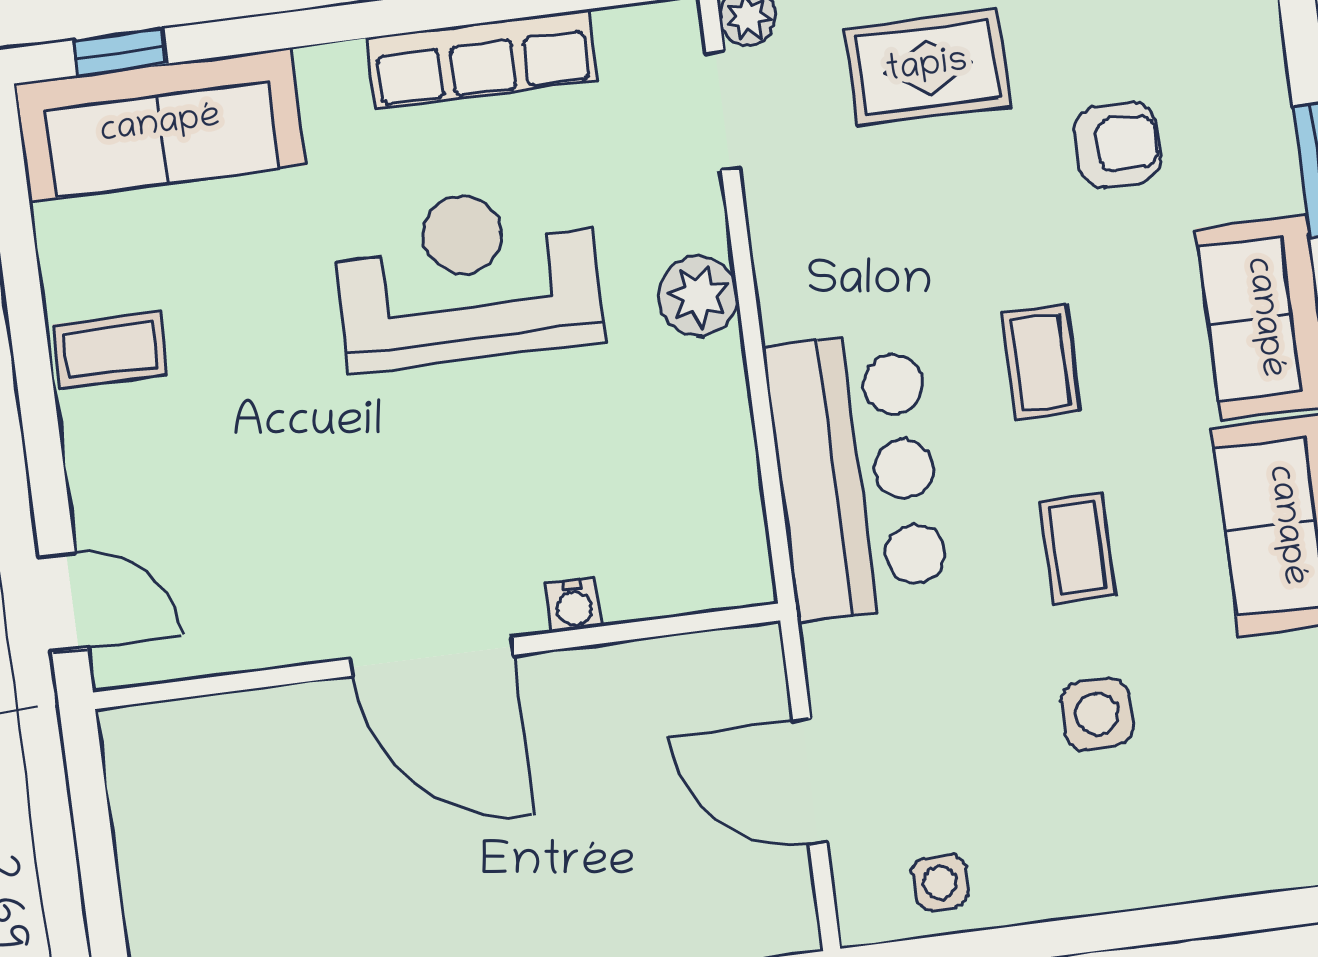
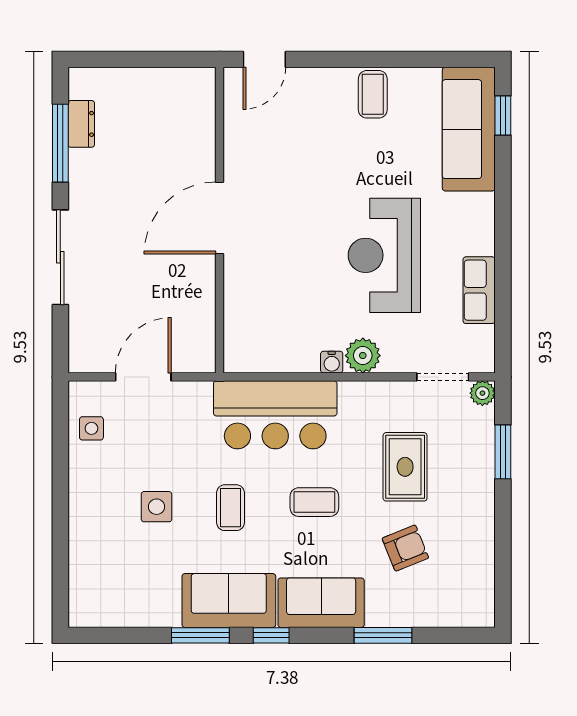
row of seats: (482, 59) -> (479, 290), width x0.68
rug: (927, 67) -> (405, 467), moved
armchair: (1117, 145) -> (405, 548), turned -112
reception desk: (468, 277) -> (384, 255), turned 180
coffee table: (1078, 548) -> (231, 508), turned 90
water cooler: (574, 605) -> (332, 362), moved, turned -90

